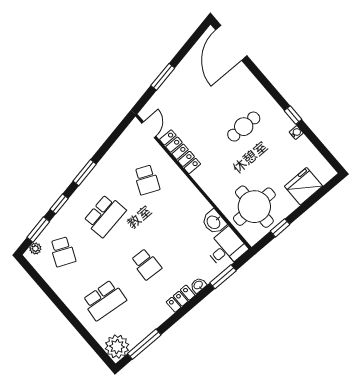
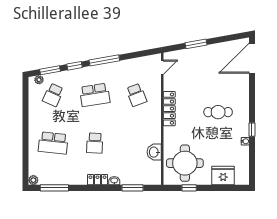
locker: (180, 152) -> (169, 109), moved
window: (85, 173) -> (104, 60), width x1.44
school desk: (147, 180) -> (136, 95), turned -45
desk: (226, 248) -> (148, 173), removed
plant: (117, 347) -> (33, 180), width x0.53, depth x0.53

